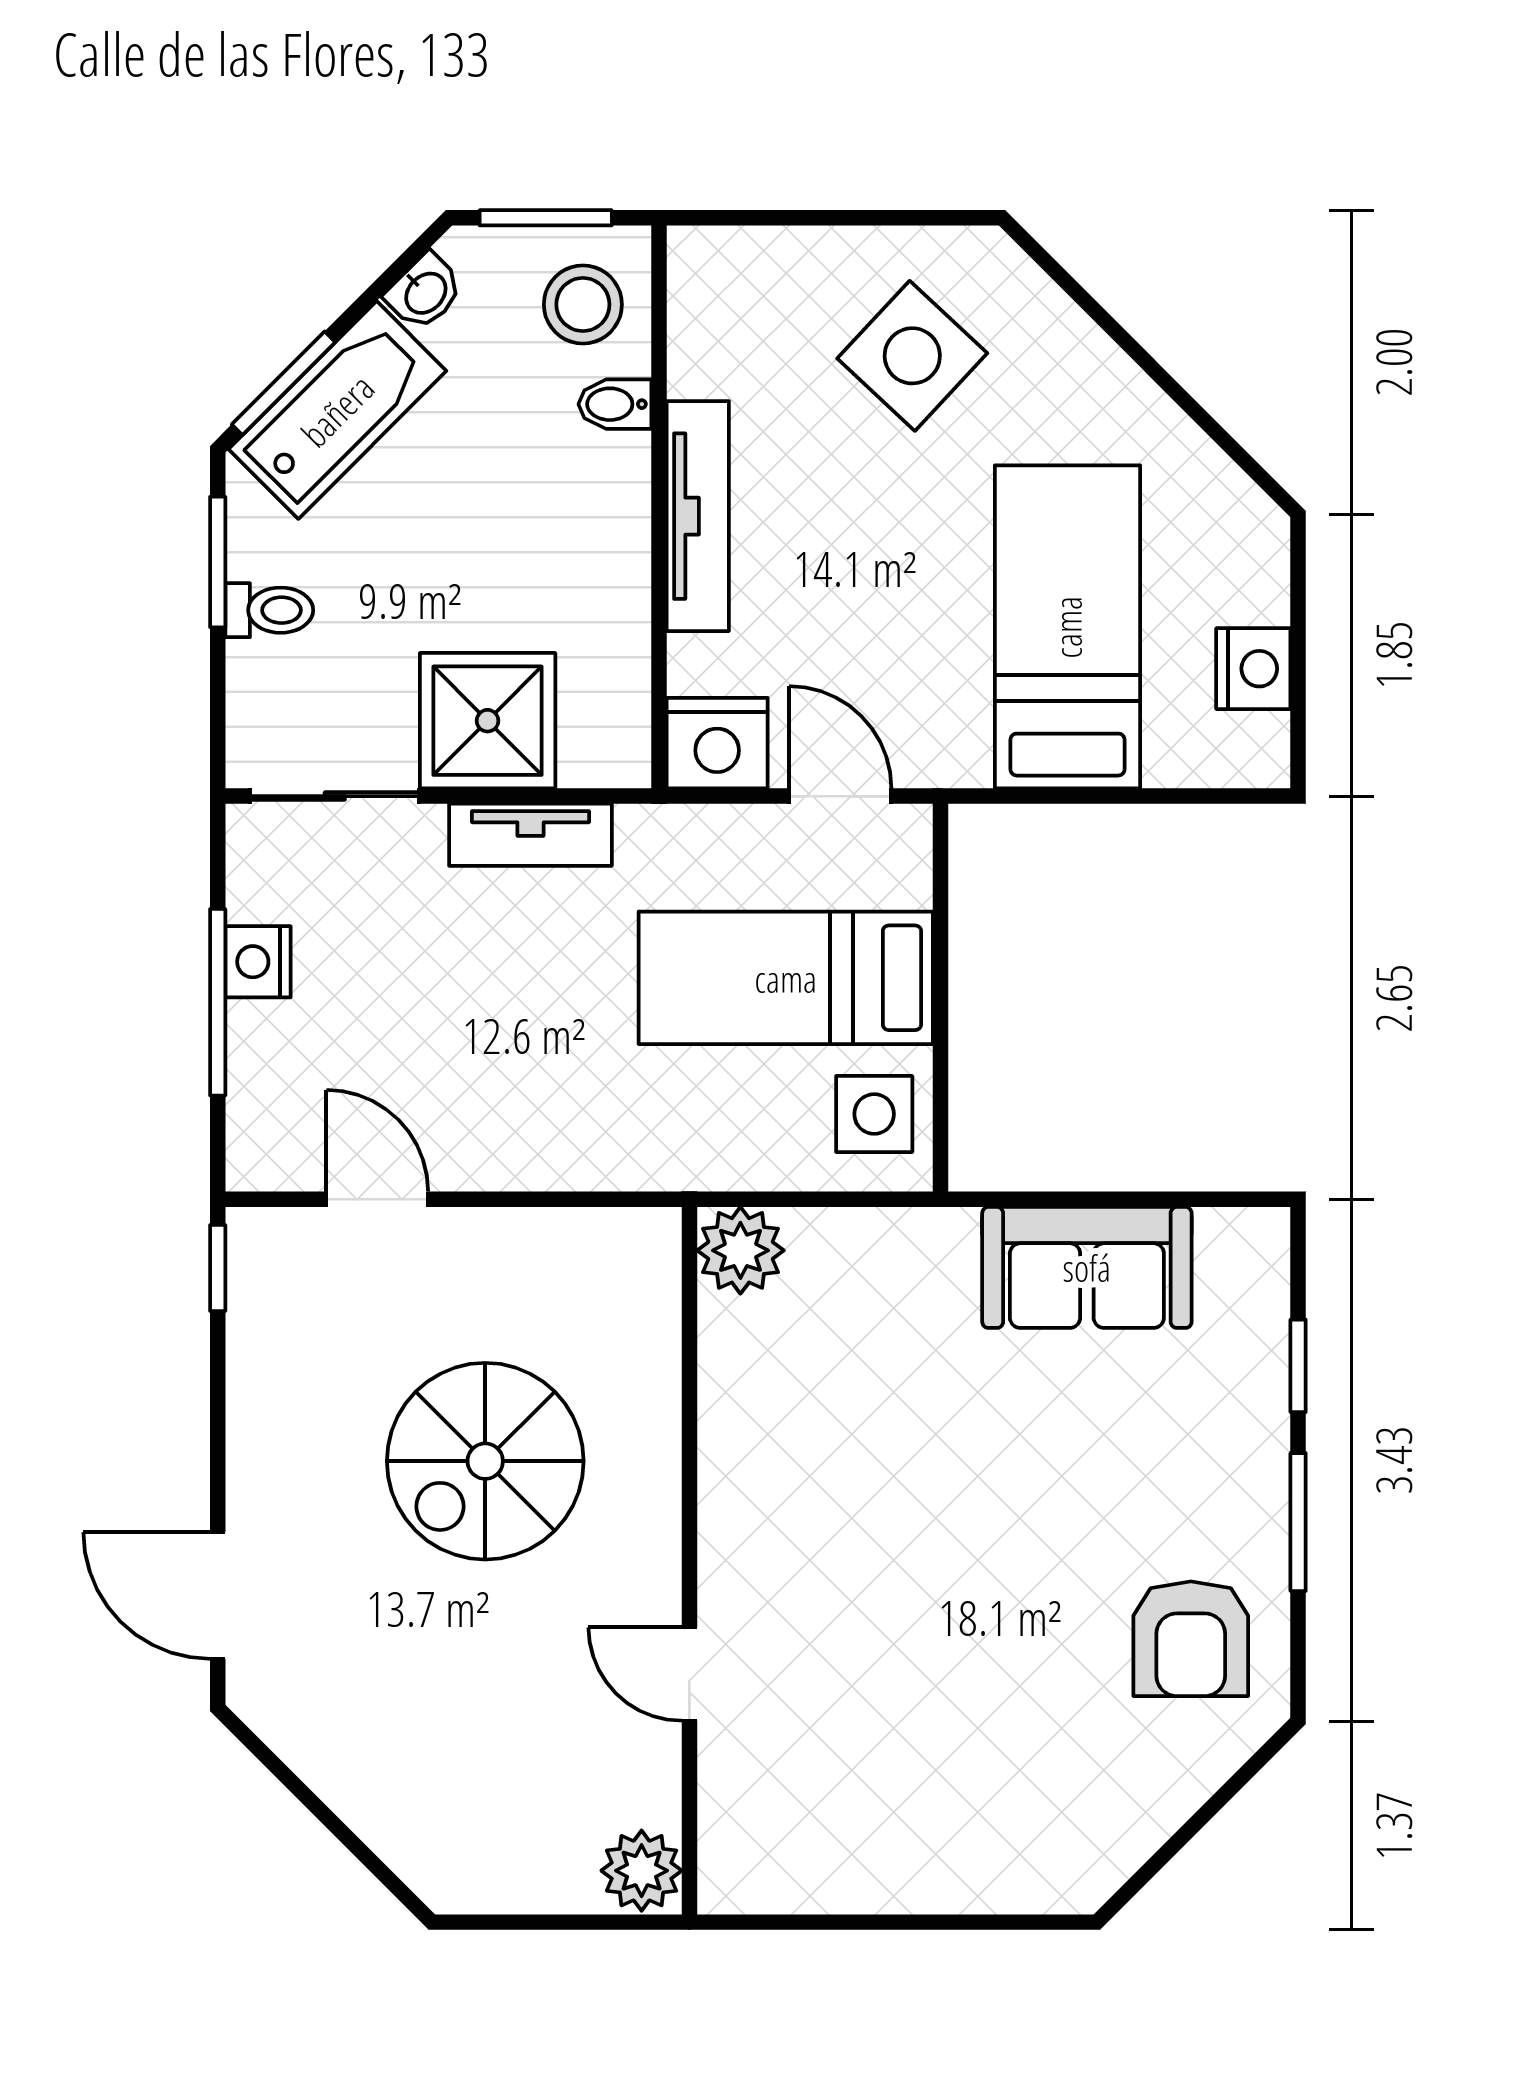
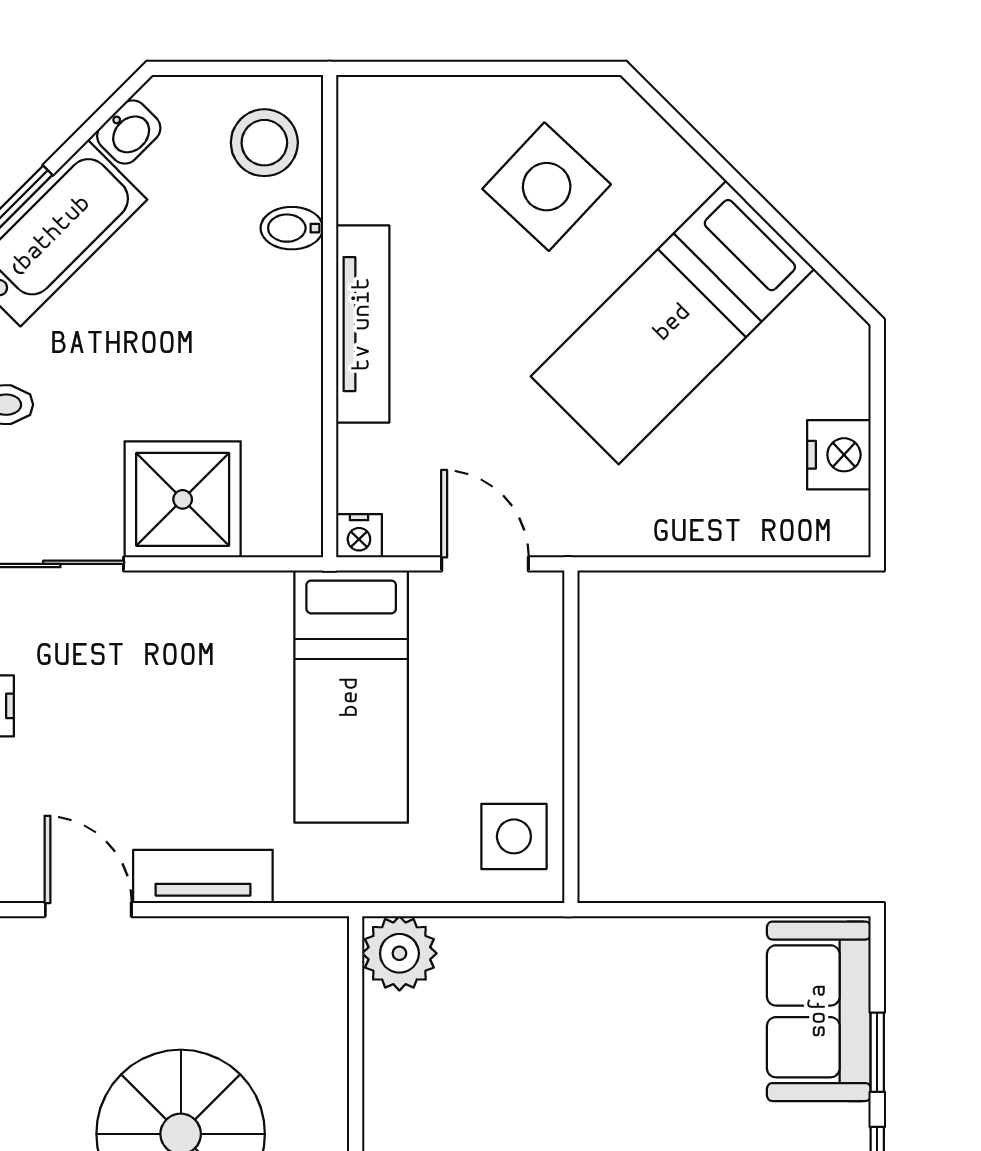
window: (546, 218) -> (232, 68), removed
bed: (1067, 627) -> (673, 323), moved, turned -135
nightstand: (717, 743) -> (359, 536), width x0.53, depth x0.56
tv unit: (530, 835) -> (203, 876), moved, turned 180
bed: (786, 978) -> (351, 697), moved, turned -90
sofa: (1087, 1267) -> (819, 1011), moved, turned 90

